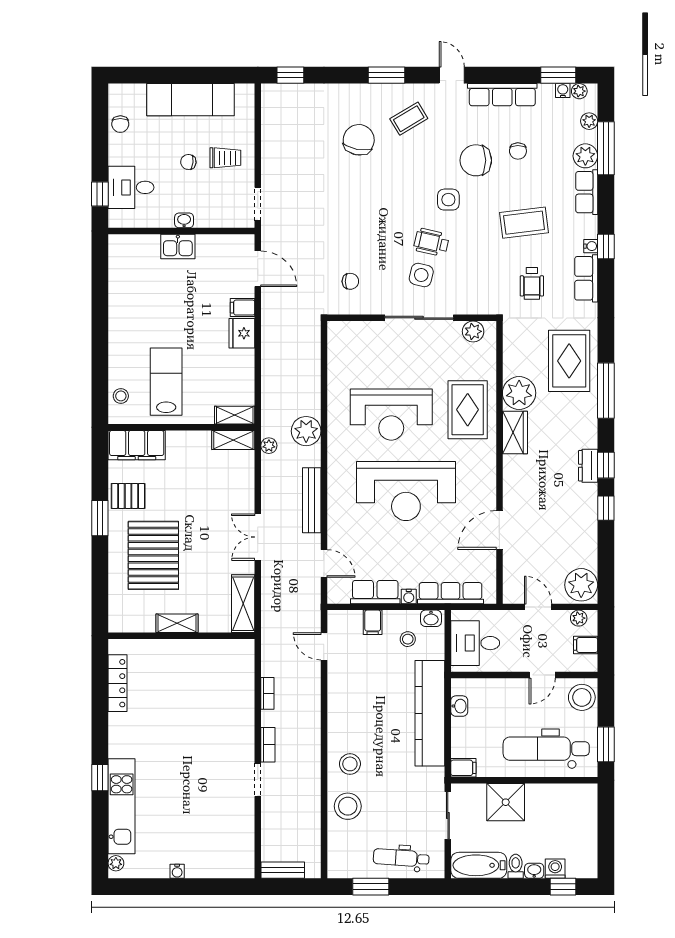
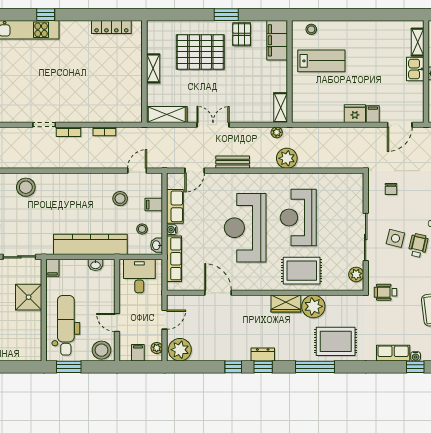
wheelchair: (532, 283) -> (386, 292), moved
shelving: (235, 415) -> (418, 42), moved
bench: (312, 500) -> (233, 162), width x0.73
stool: (350, 764) -> (120, 199), moved

